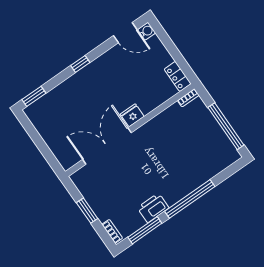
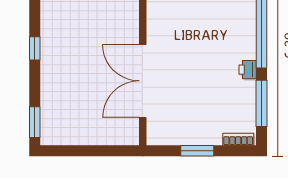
fridge: (132, 115) -> (129, 31), removed
printer: (153, 208) -> (248, 70), width x0.53, depth x0.68

